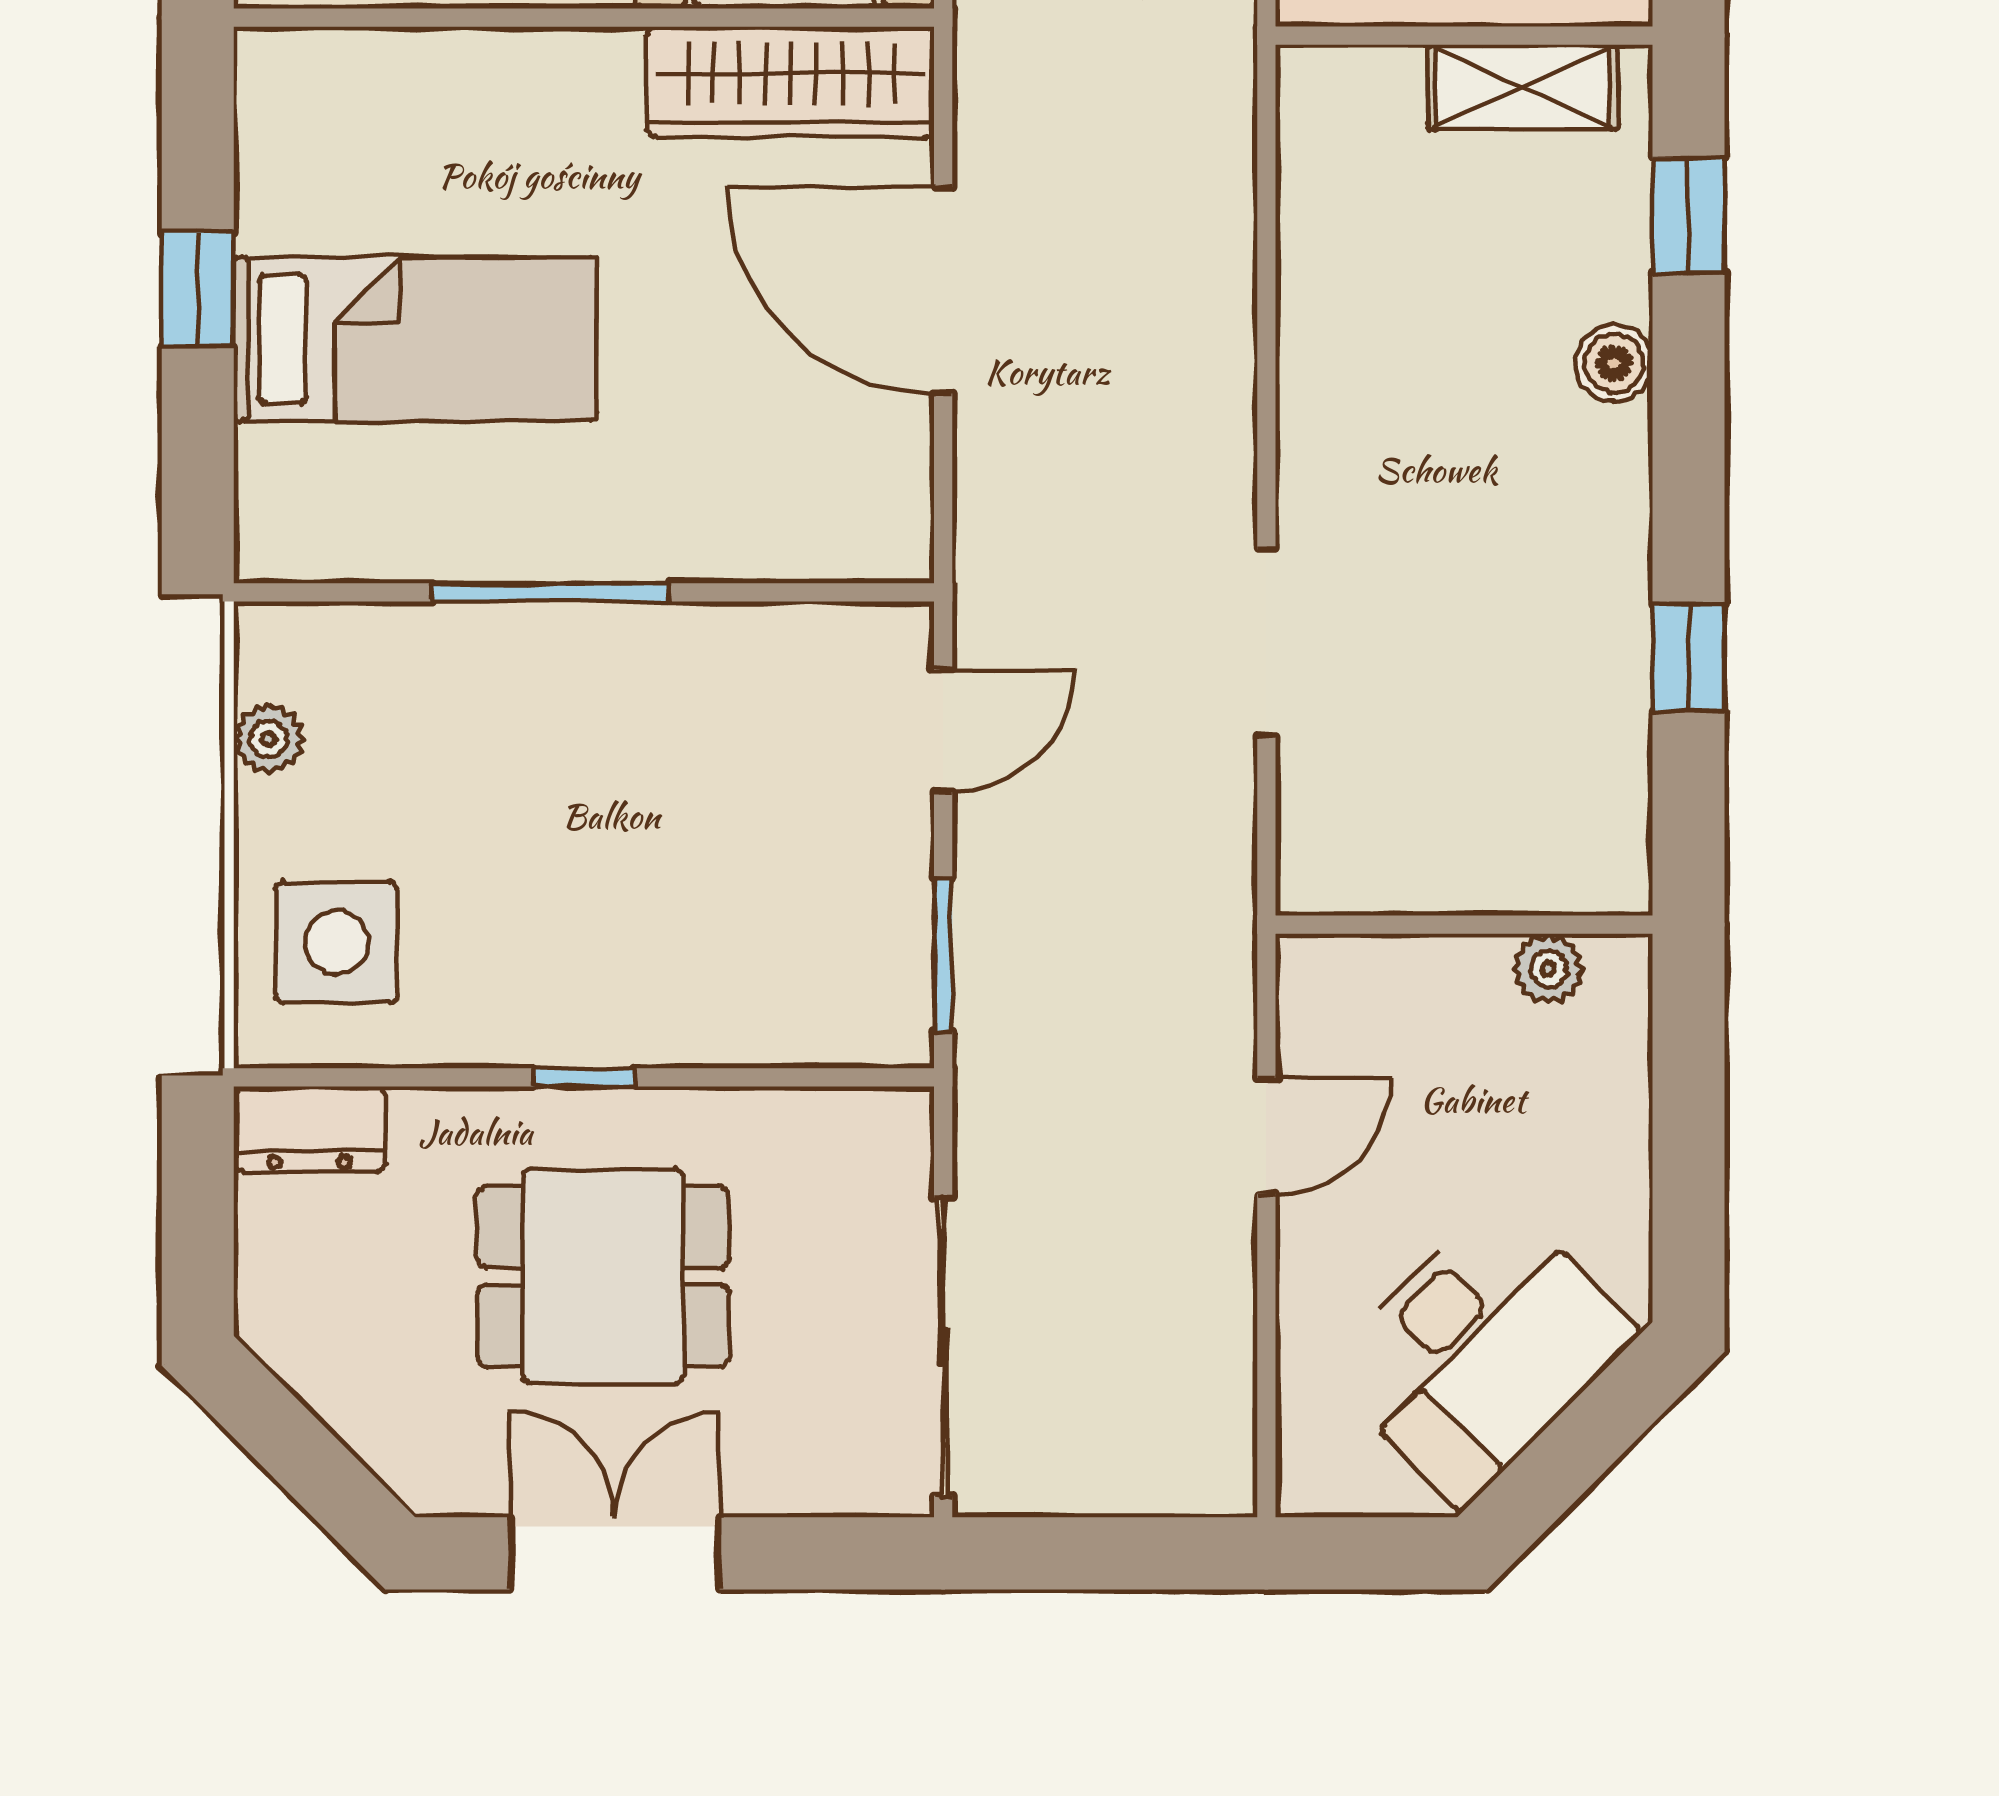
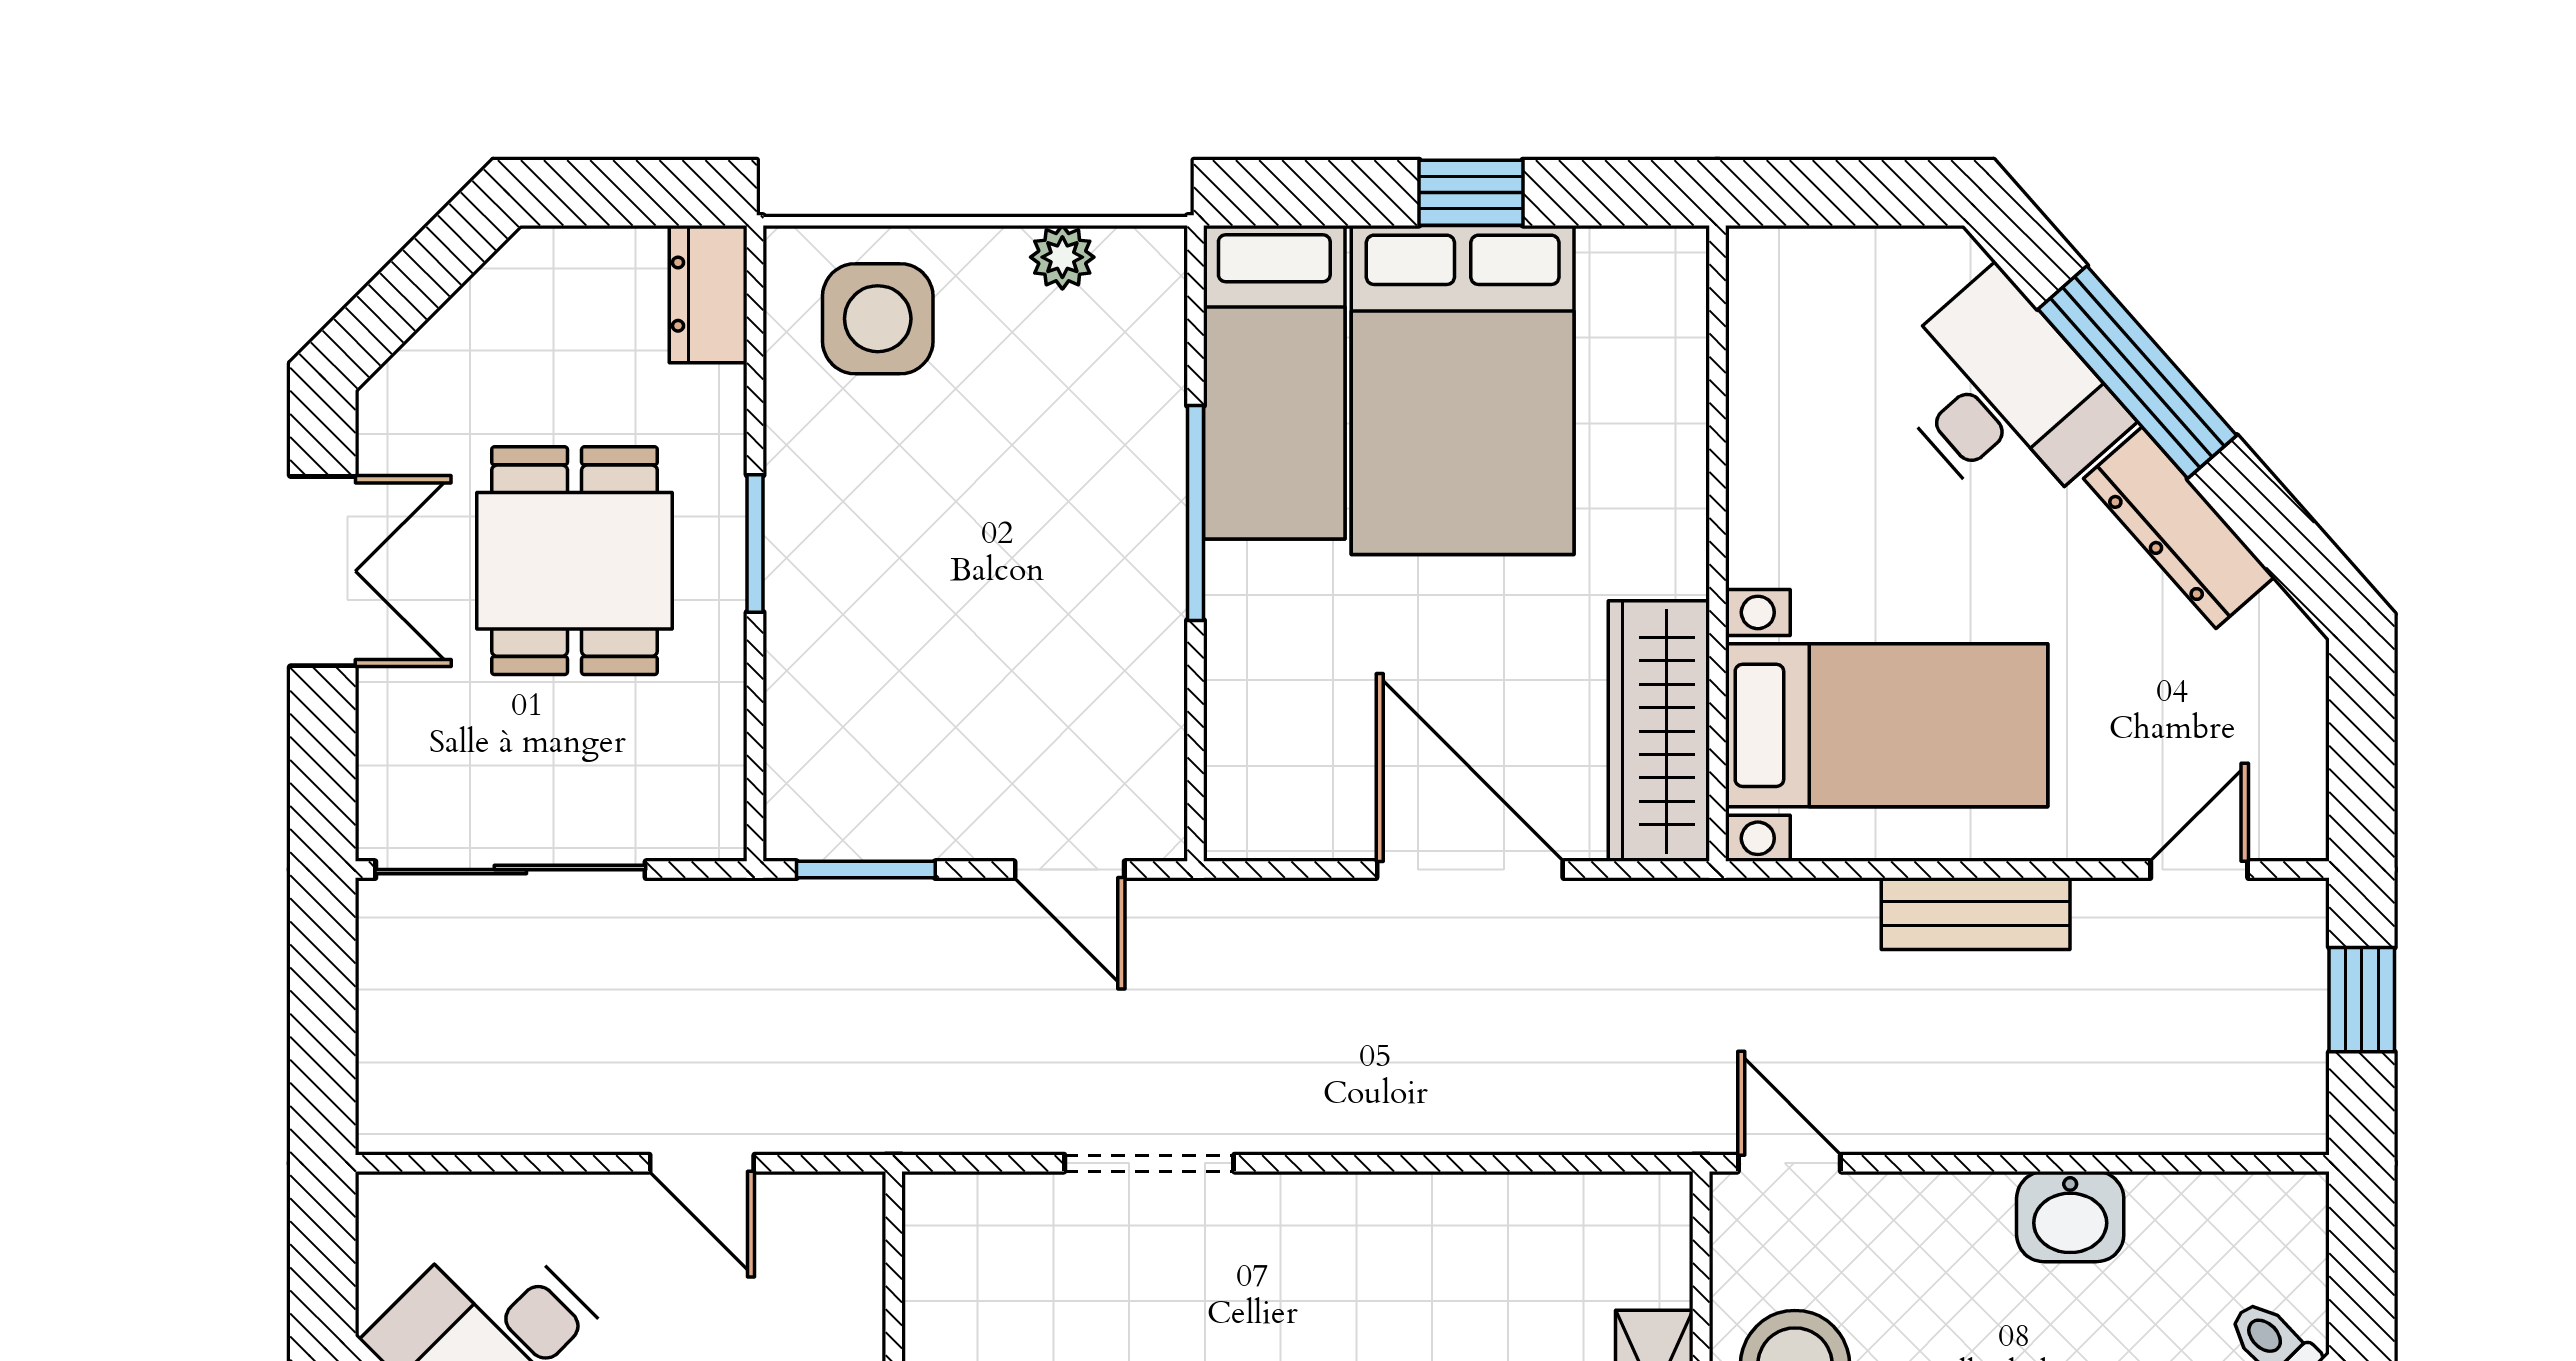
door: (943, 290) -> (1470, 870), hinge flipped
bed: (415, 339) -> (1463, 390), width x1.50
bed: (406, 506) -> (1274, 382), added
window: (584, 1077) -> (755, 544), width x1.50

